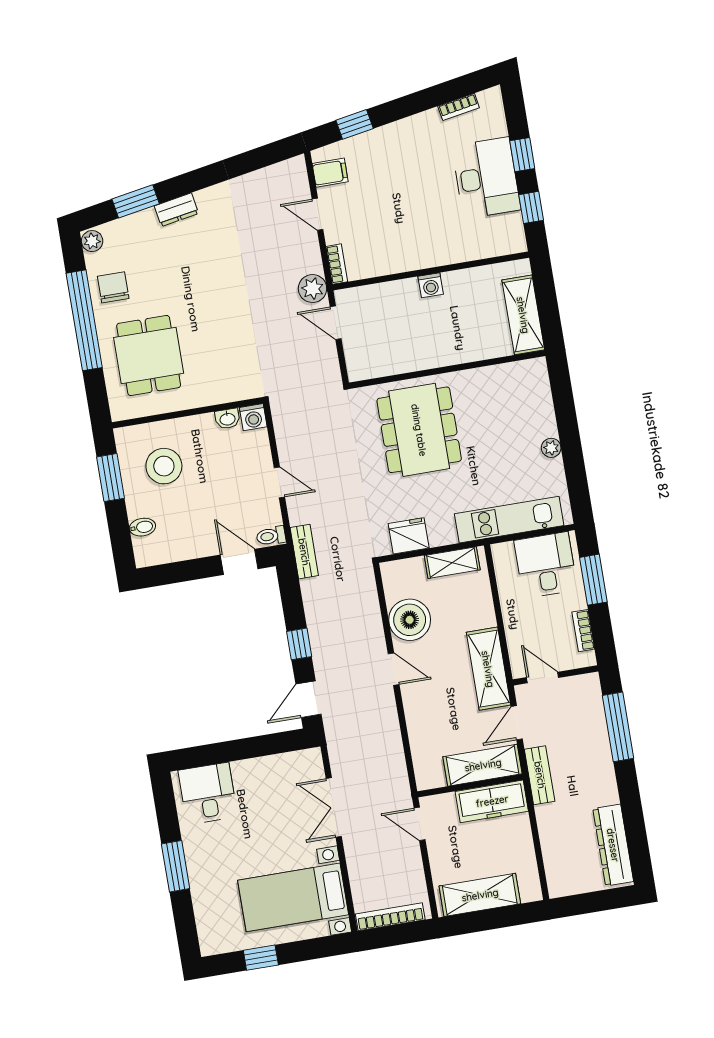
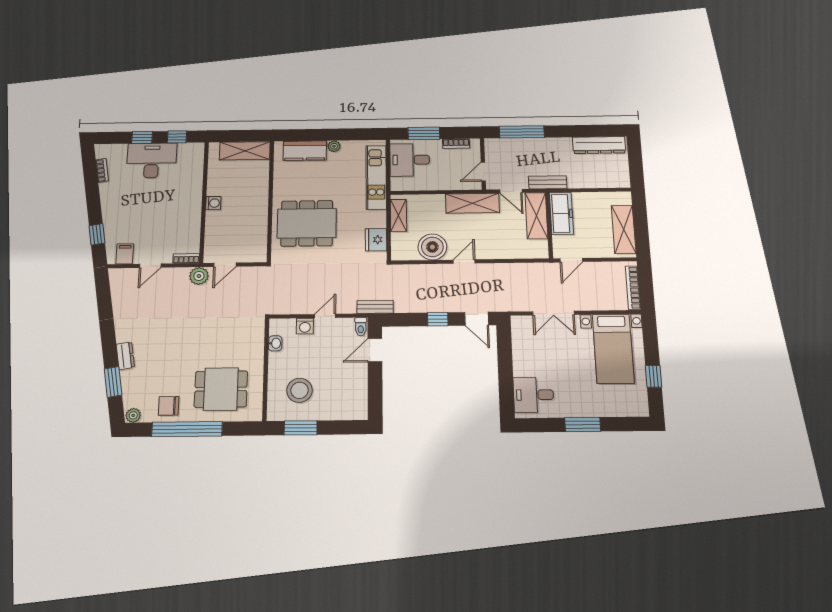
kitchen counter: (537, 405) -> (305, 151), added
washing machine: (253, 417) -> (305, 326), moved, turned 90
bidet: (142, 527) -> (339, 411), removed

